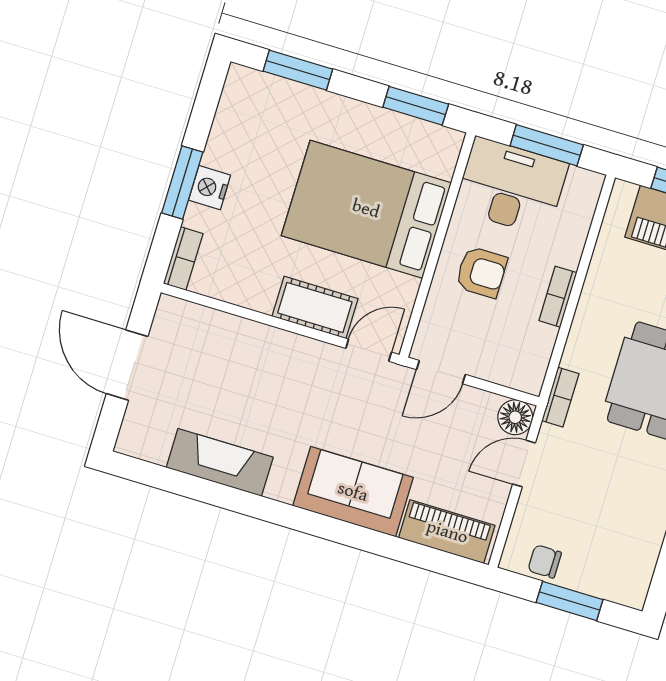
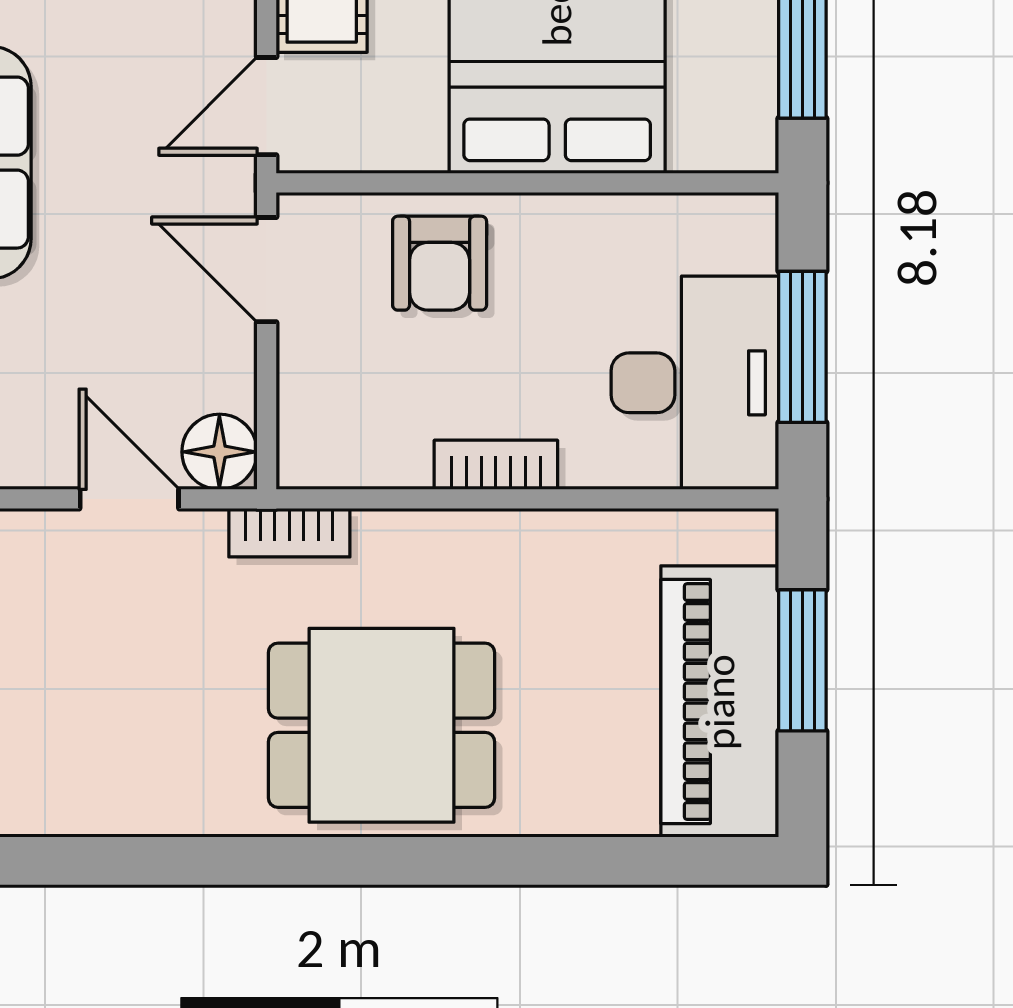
desk: (511, 186) -> (695, 383), moved
armchair: (481, 272) -> (440, 263), moved
door: (369, 350) -> (267, 106), swing flipped

